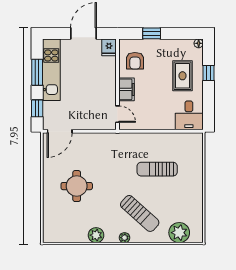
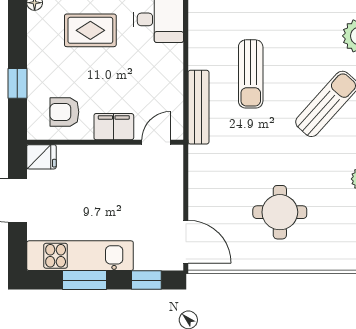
armchair: (135, 61) -> (64, 112), turned 180
bench: (138, 139) -> (198, 107), added

